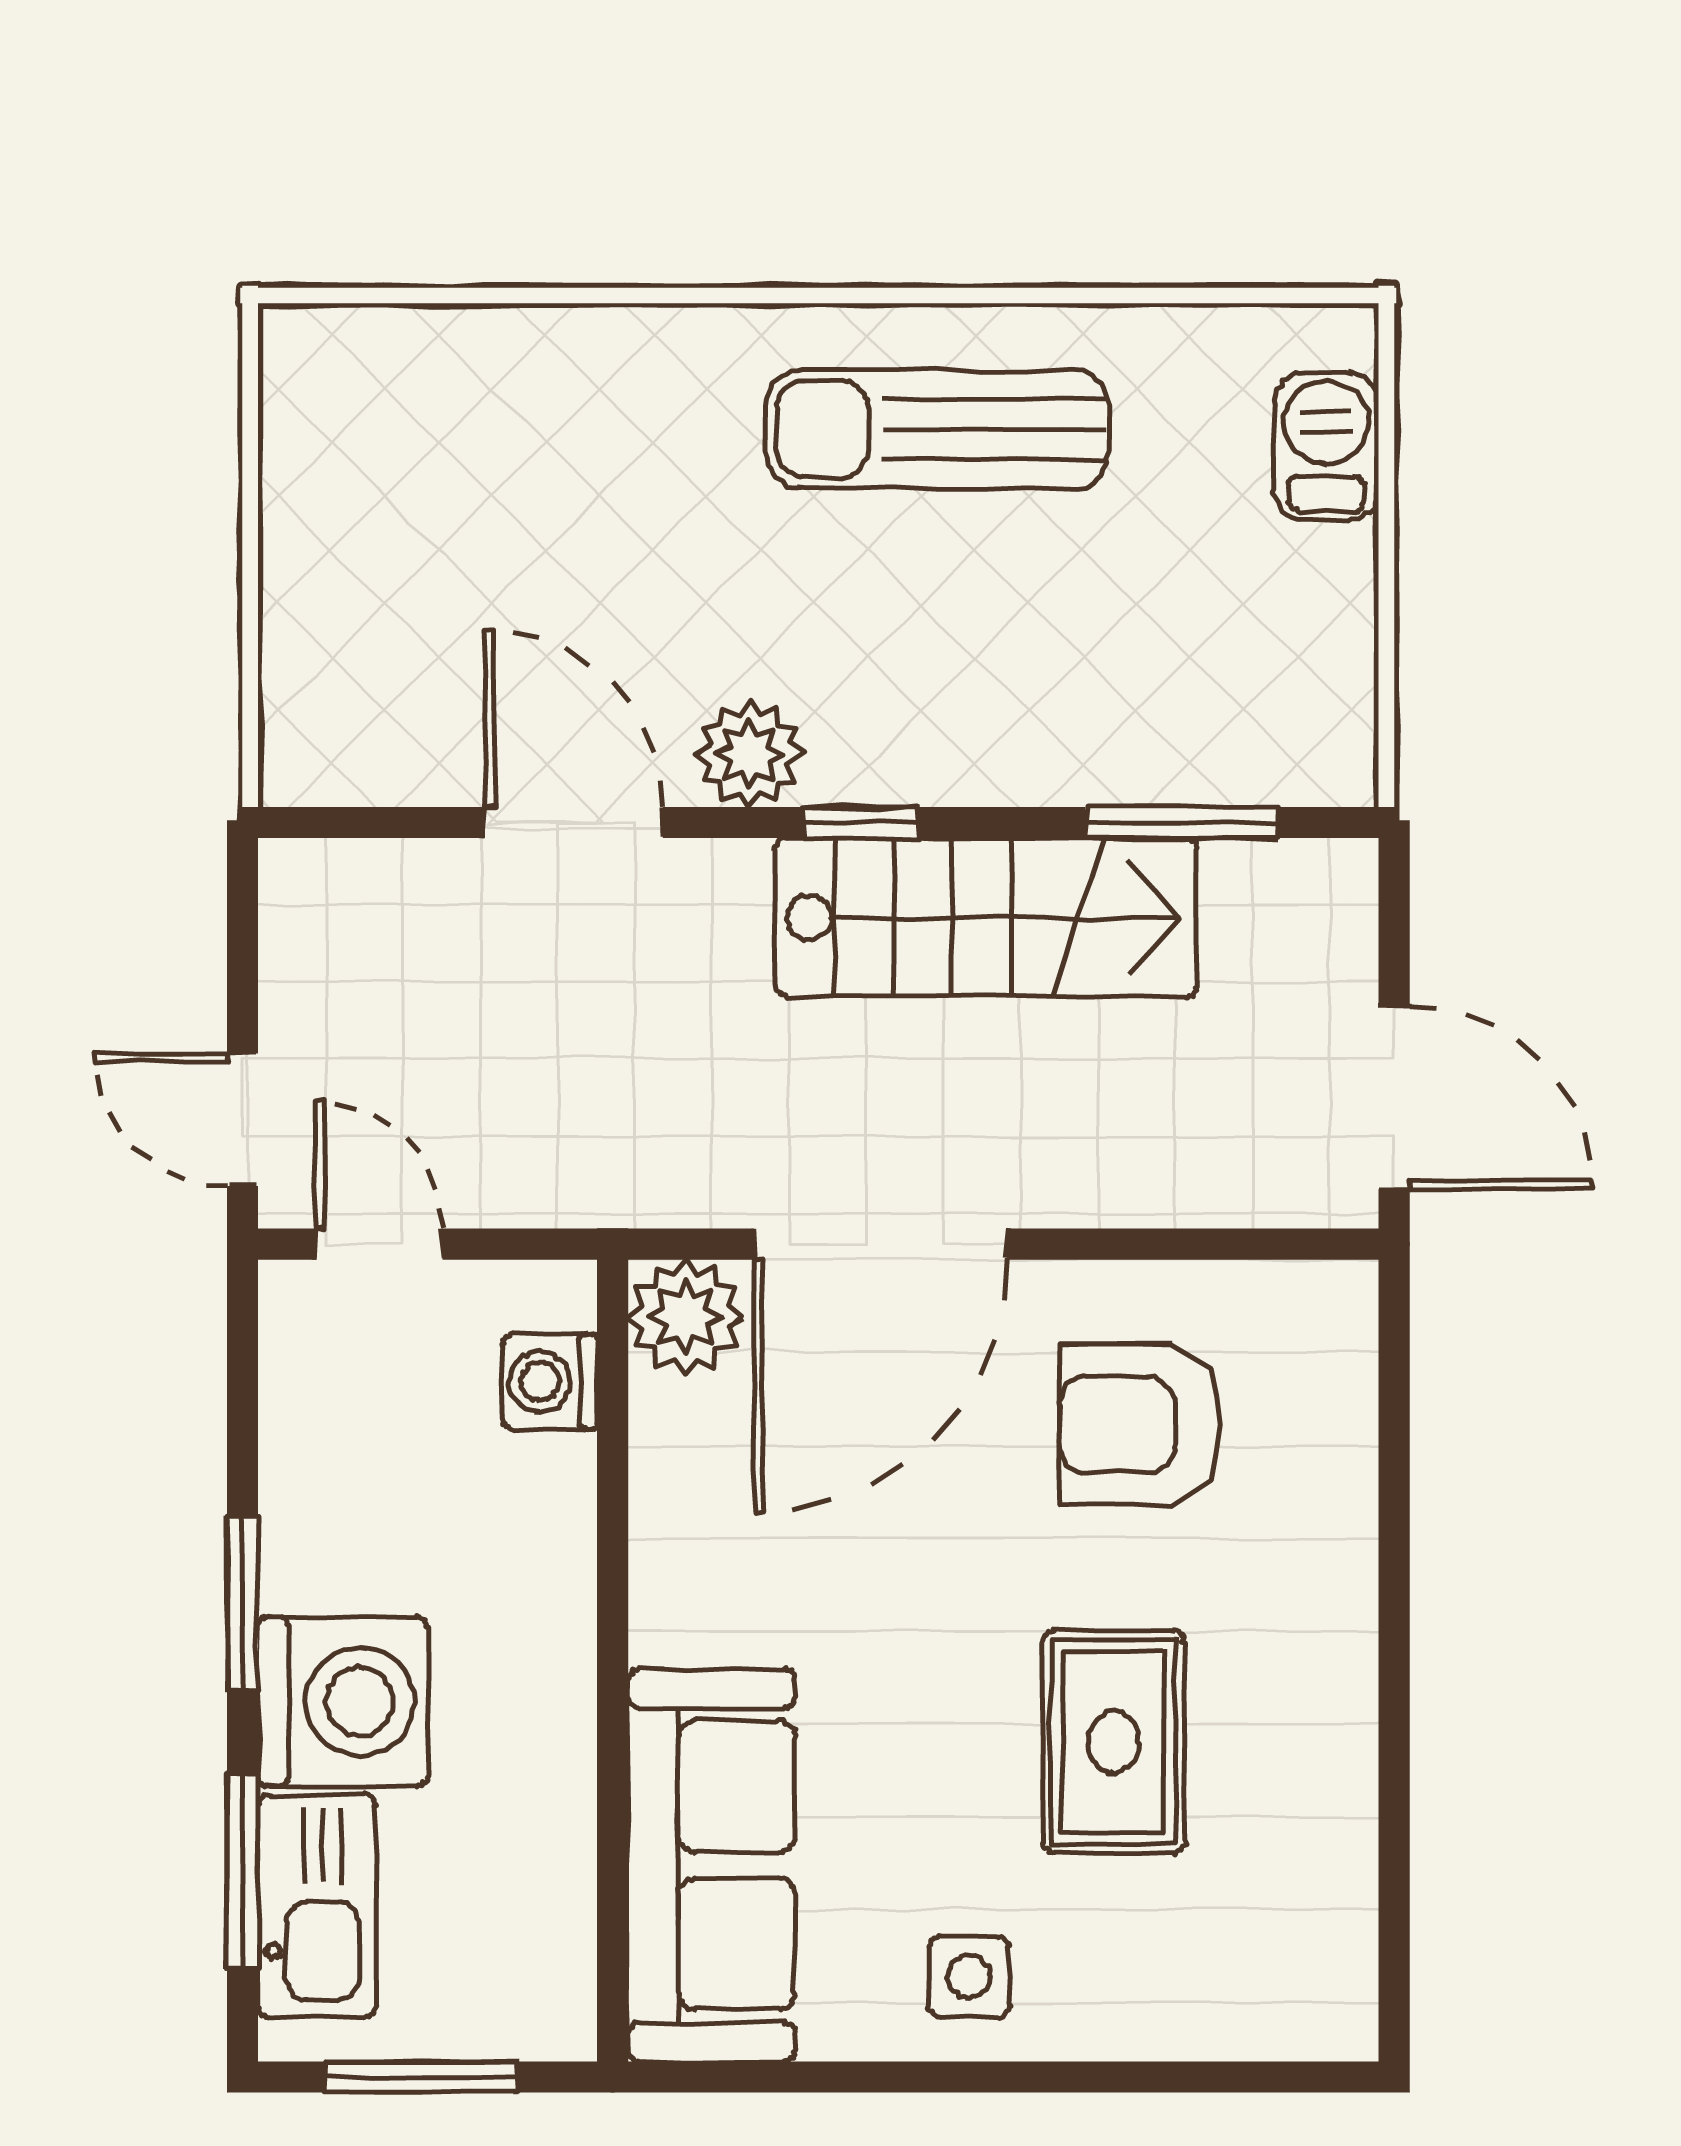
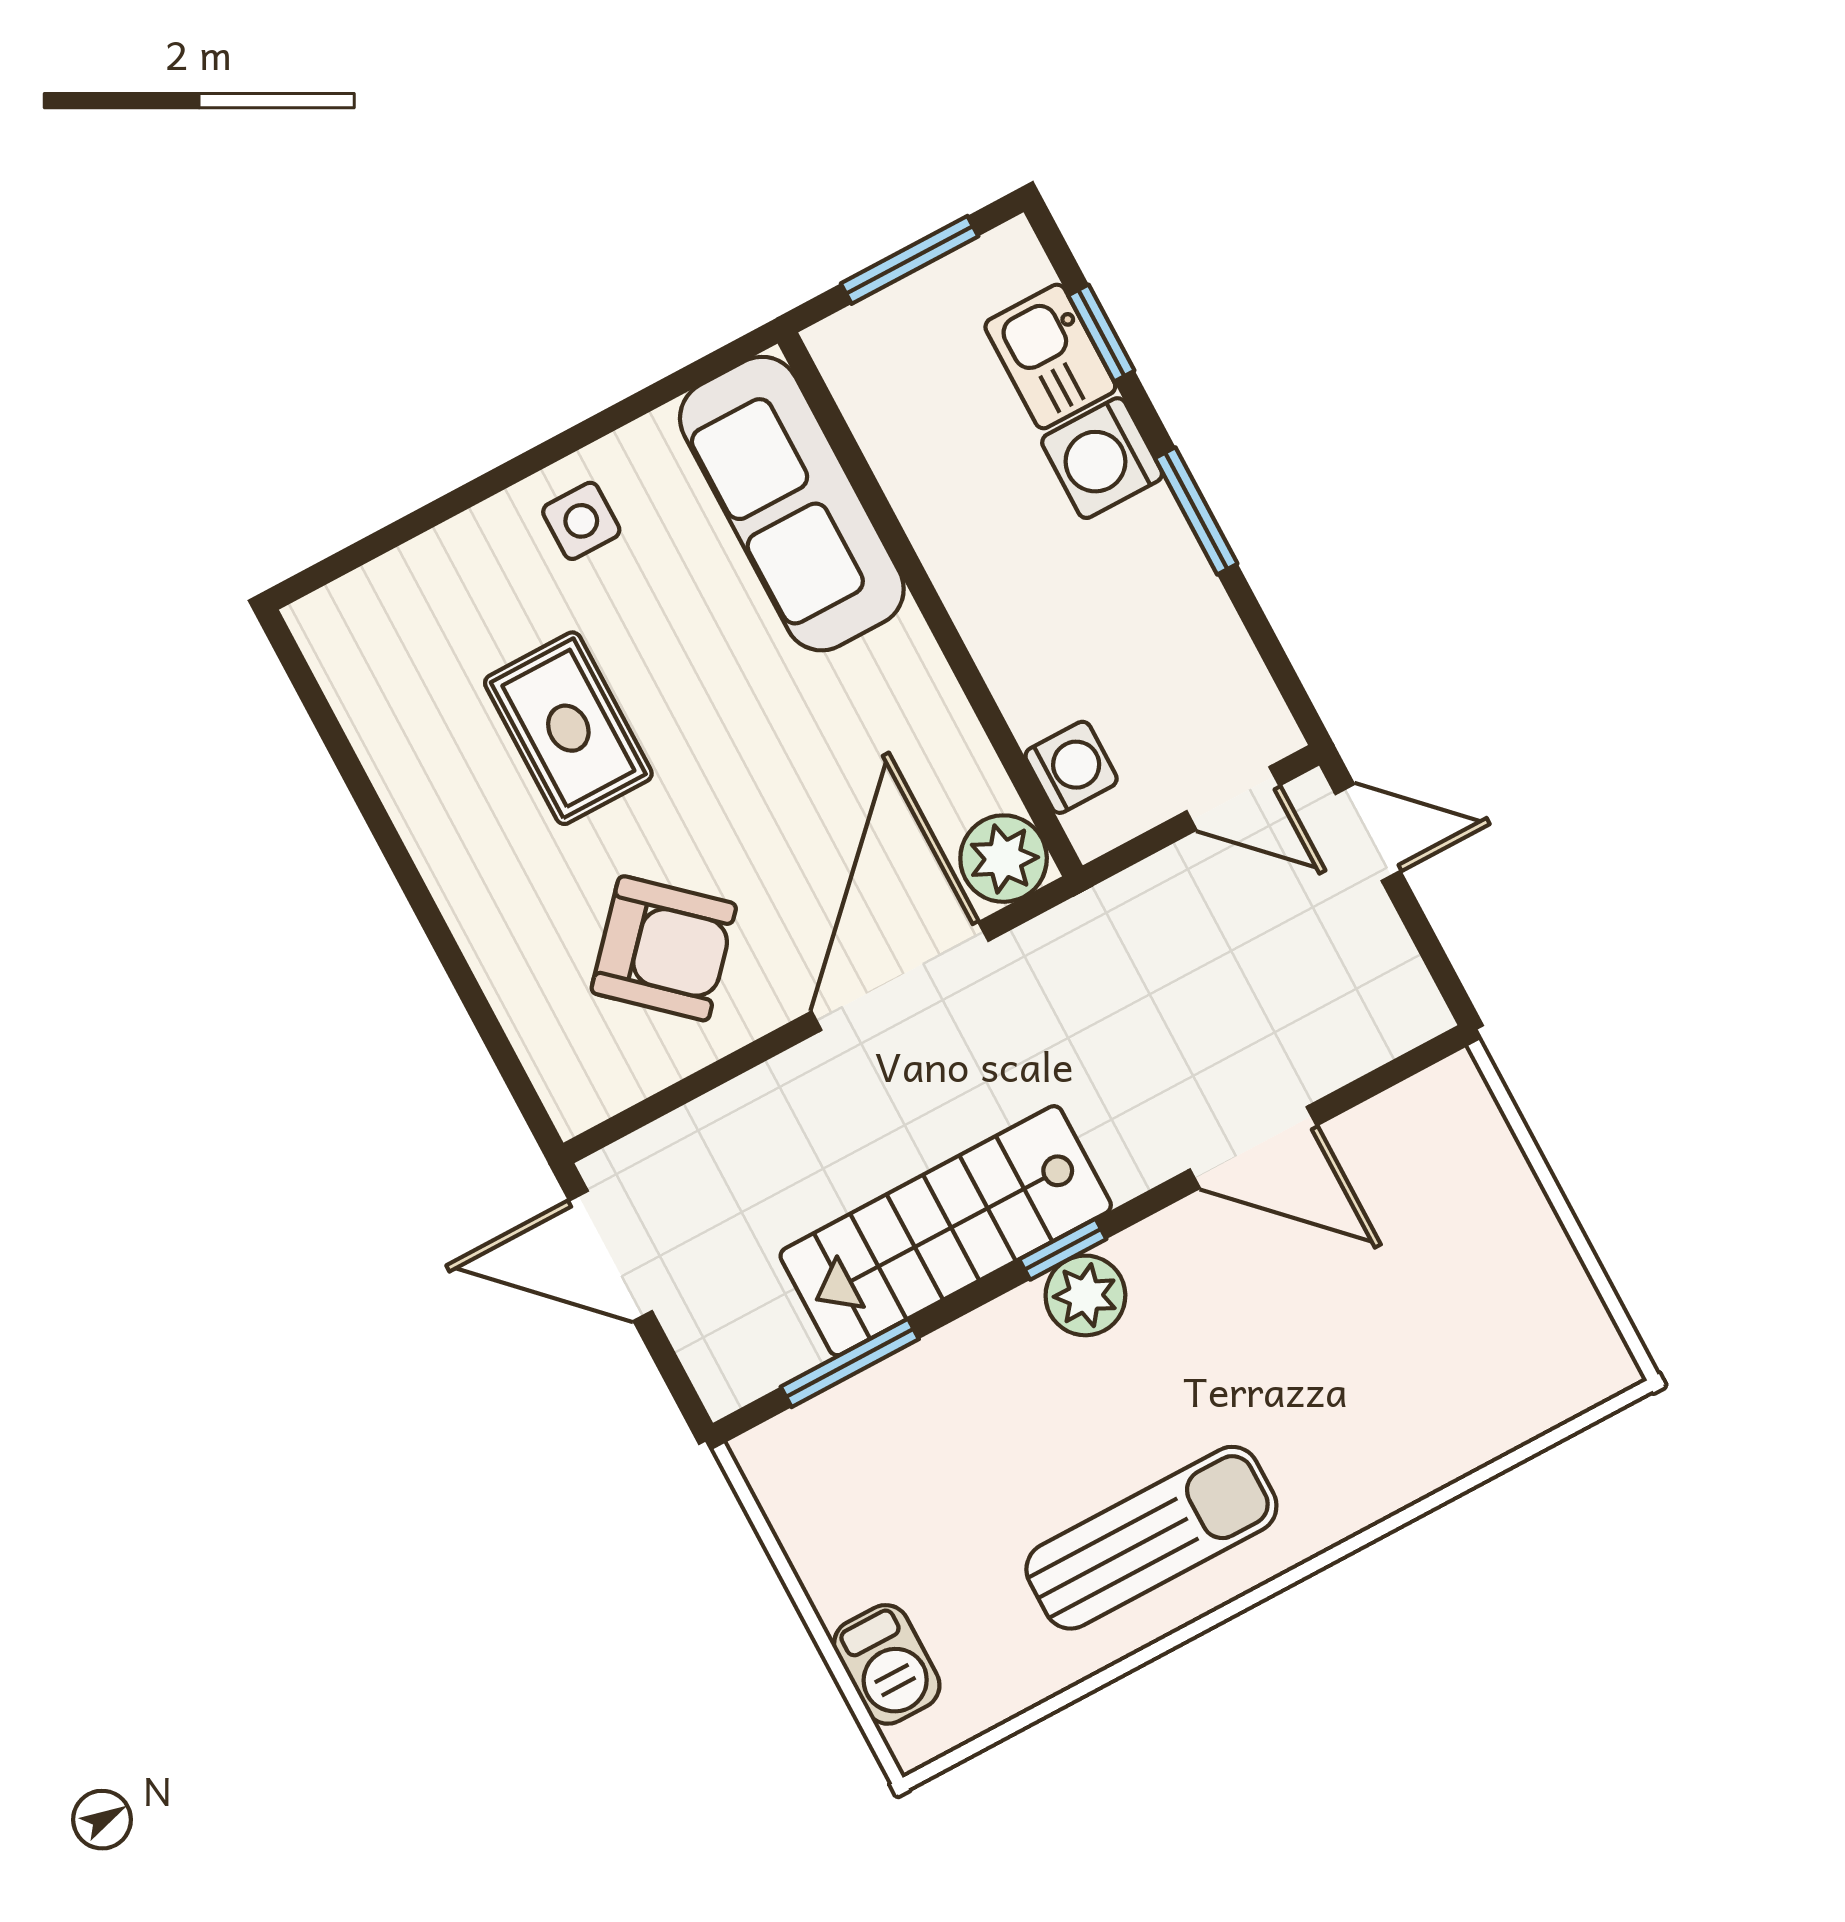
plant: (749, 754) -> (1085, 1295), moved
armchair: (1140, 1424) -> (664, 948), turned 42
washing machine: (343, 1702) -> (1102, 458), width x0.73, depth x0.73
window: (242, 1871) -> (1101, 333), width x0.67
kitchen sink: (317, 1906) -> (1050, 356), width x0.73

